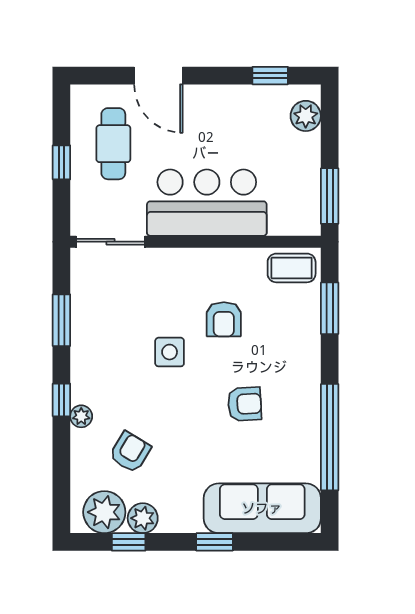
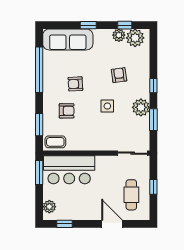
bar counter: (207, 203) -> (69, 170), moved
armchair: (224, 319) -> (67, 111), moved, turned 90
plant: (81, 416) -> (141, 107), moved, width x1.87, depth x1.87
armchair: (130, 452) -> (119, 75), moved, turned 141

